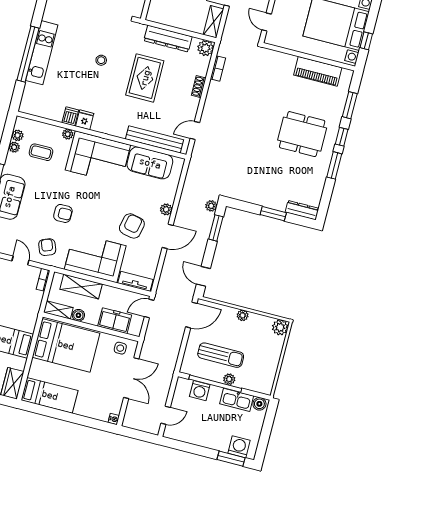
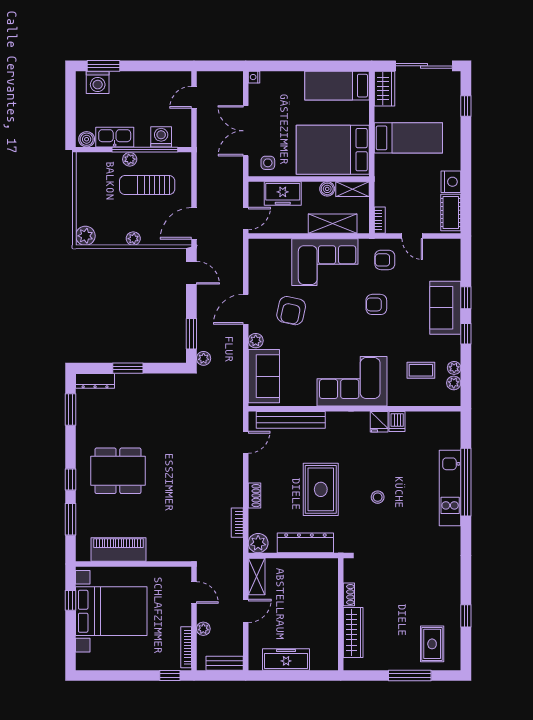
plant: (68, 134) -> (395, 400), removed
sofa: (150, 163) -> (264, 376), moved, turned 90
window: (334, 165) -> (70, 409), moved
armchair: (47, 247) -> (385, 260), turned 111
tv unit: (135, 281) -> (270, 246), removed

